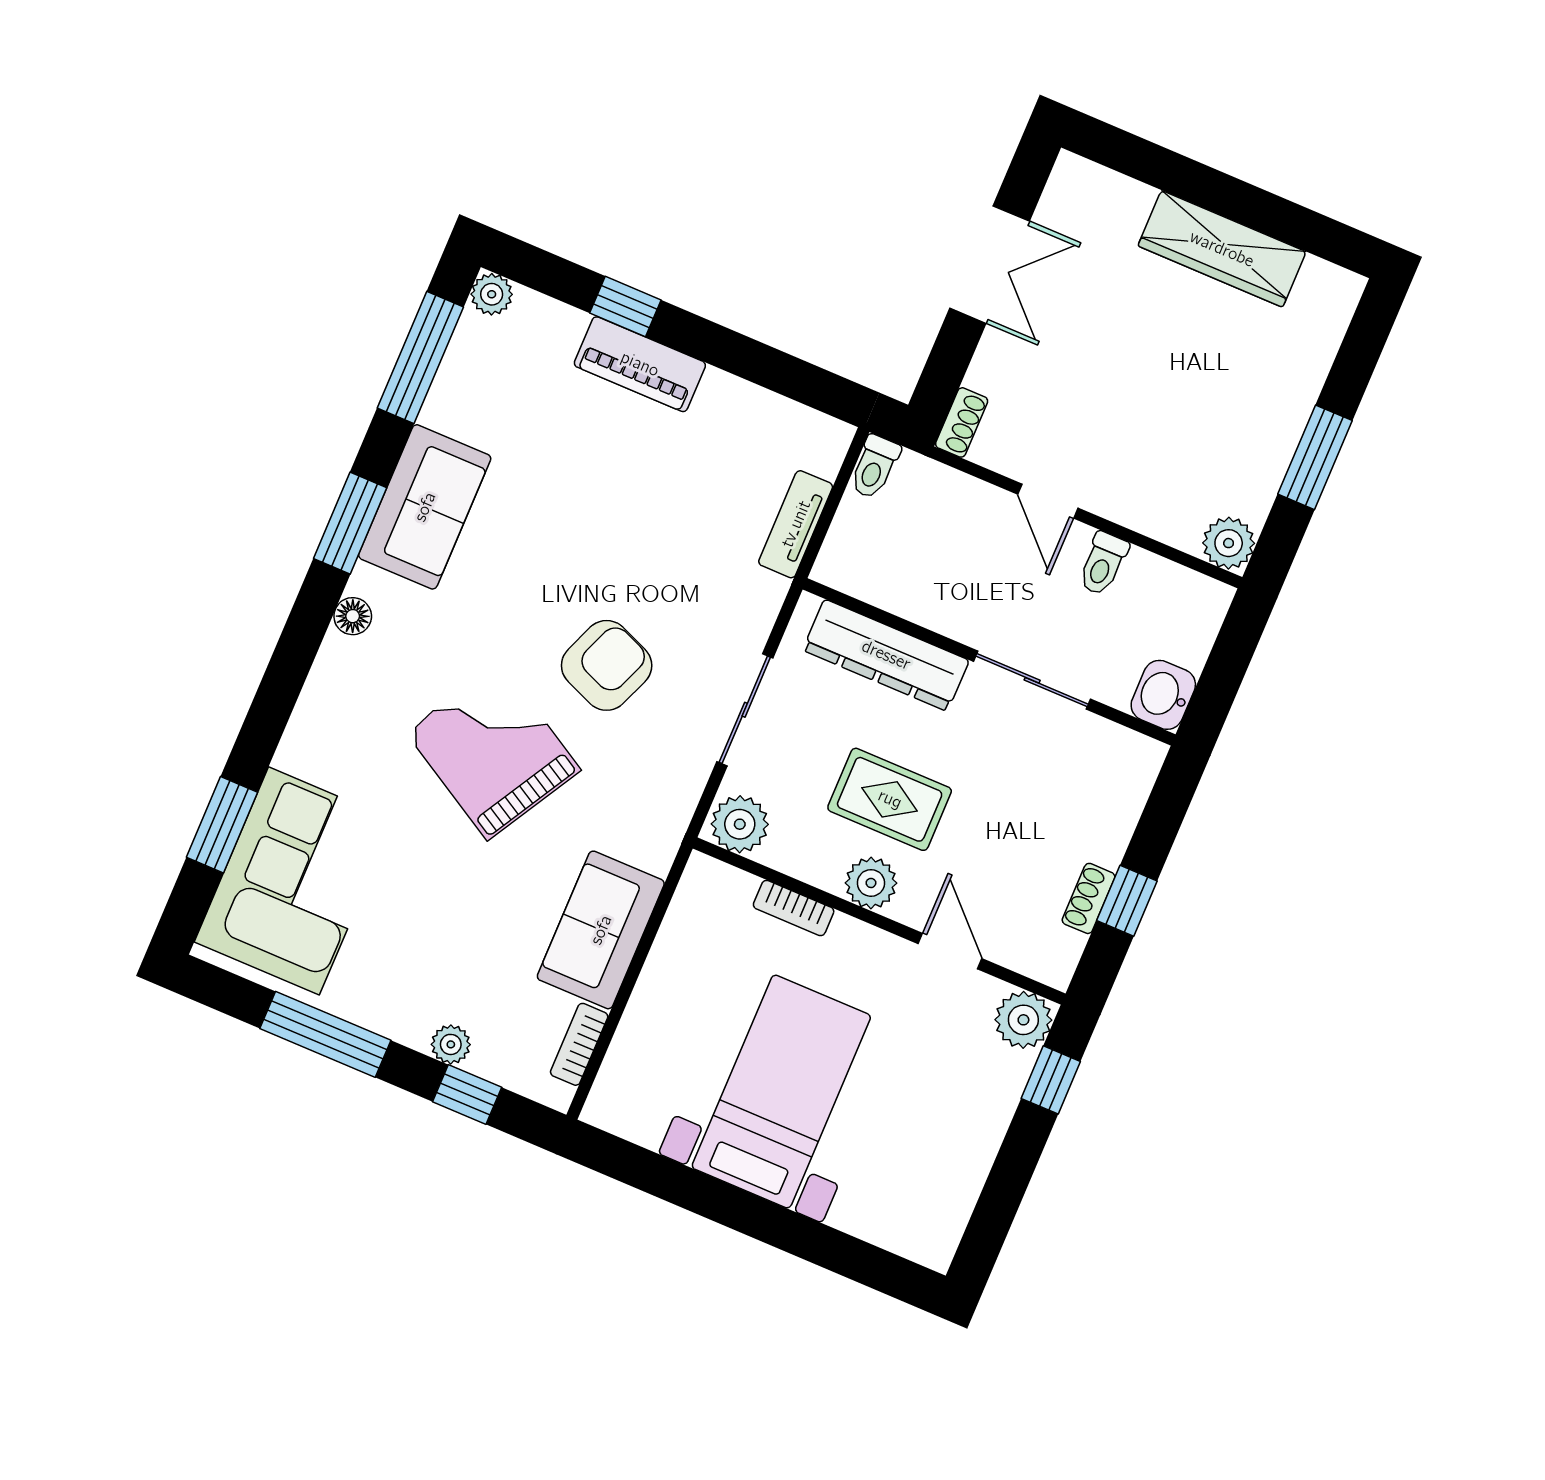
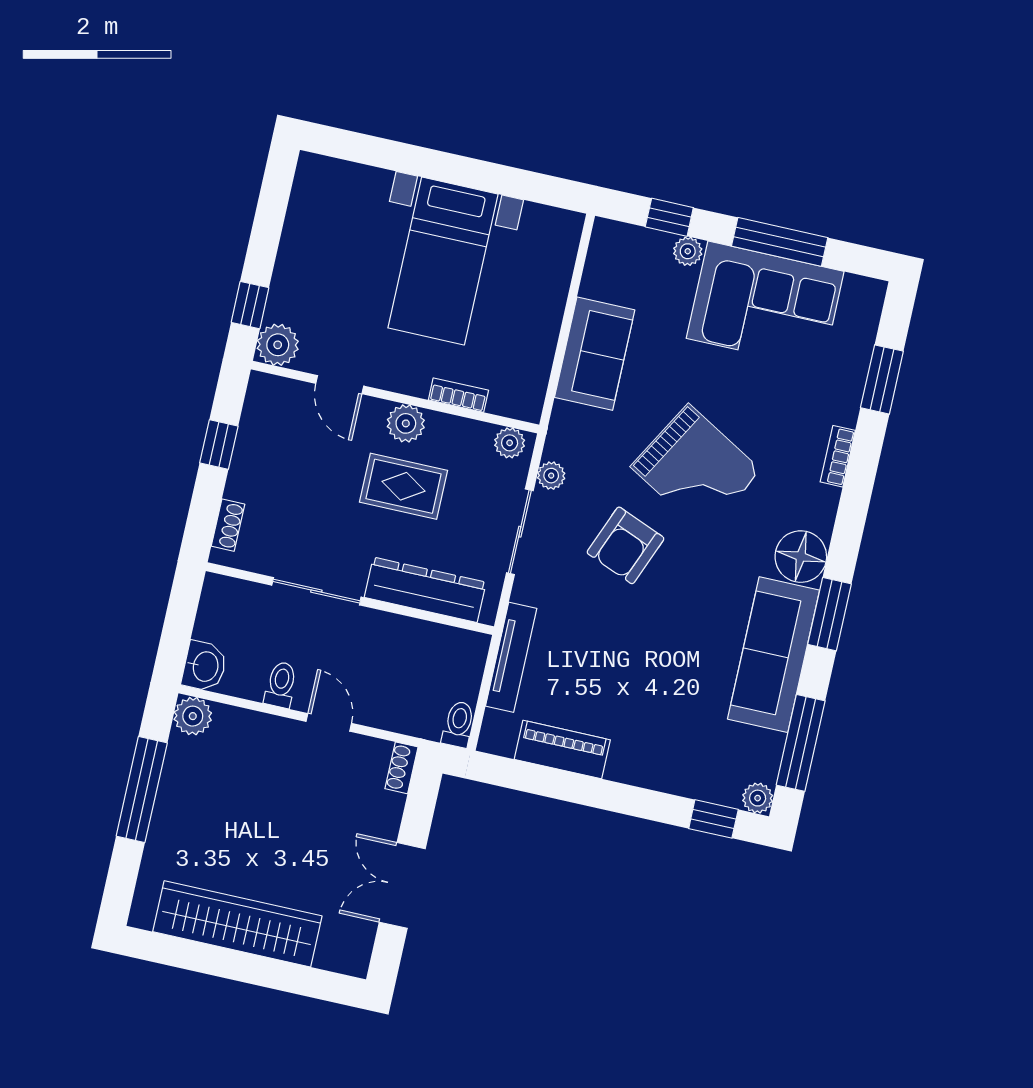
wardrobe: (1222, 249) -> (237, 924), width x1.40, depth x1.17
window: (625, 307) -> (713, 819), moved
piano: (640, 364) -> (562, 750), moved
window: (1315, 457) -> (142, 789), width x1.44
sofa: (425, 507) -> (774, 655), width x1.36
tv unit: (796, 524) -> (511, 657), width x1.41
floor lamp: (353, 616) -> (801, 557), width x1.89, depth x1.89
washbasin: (1163, 695) -> (205, 666), moved
plant: (689, 777) -> (551, 476), added
plant: (740, 824) -> (510, 443), width x0.73, depth x0.73
corner sofa: (294, 881) -> (765, 305), moved, turned -90
shoe rack: (1089, 898) -> (228, 525), moved
bookcase: (579, 1044) -> (838, 456), moved, turned 180

